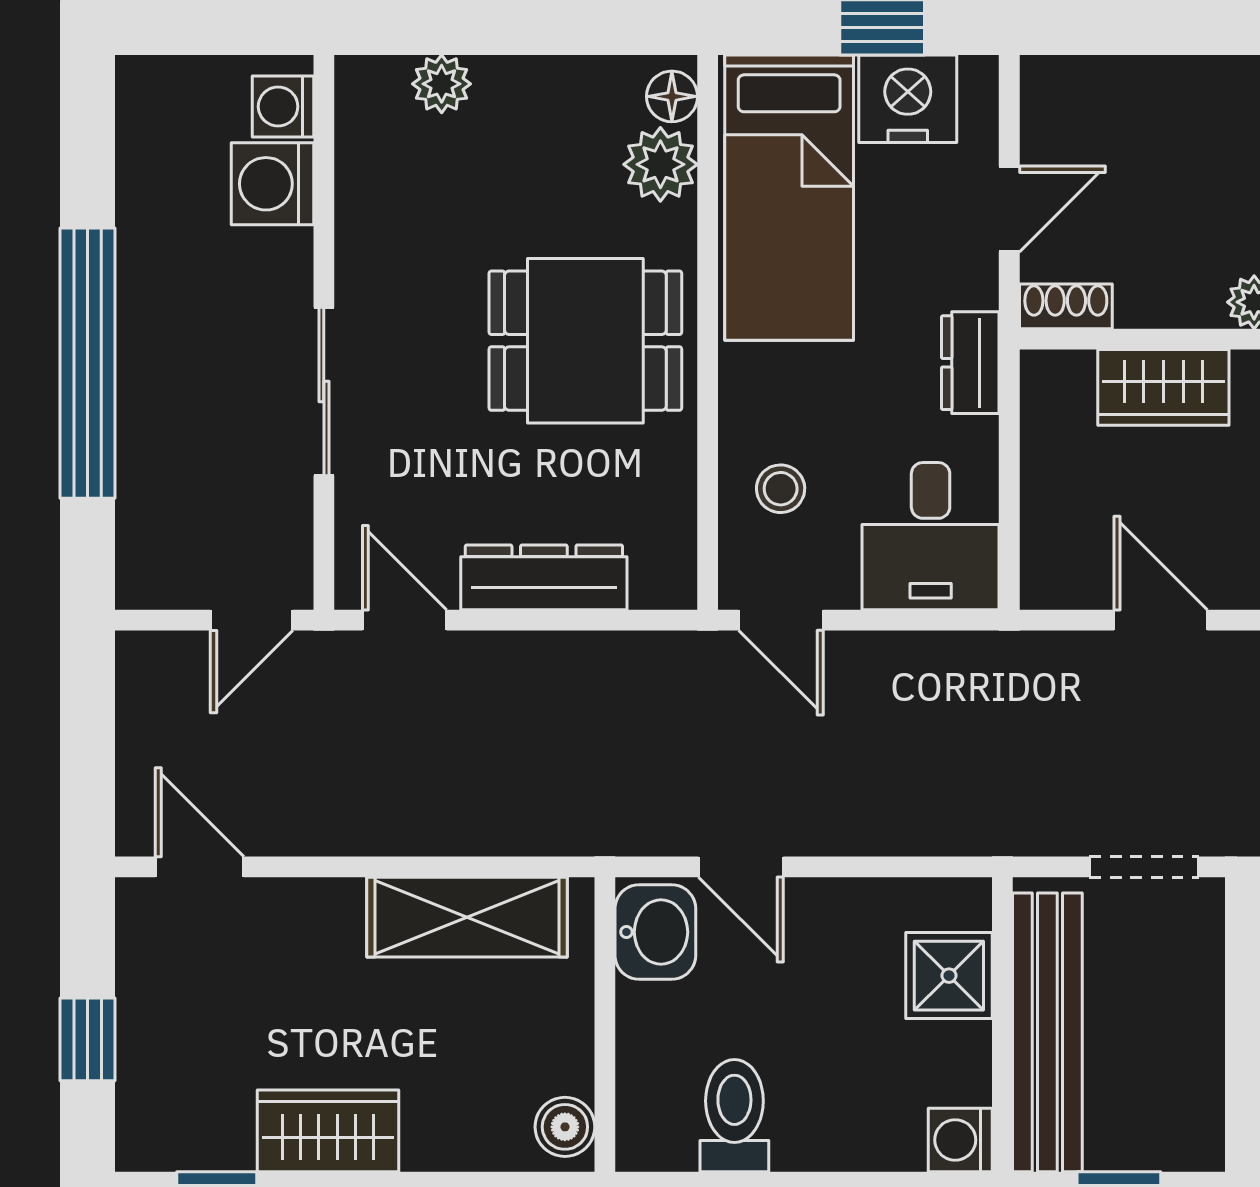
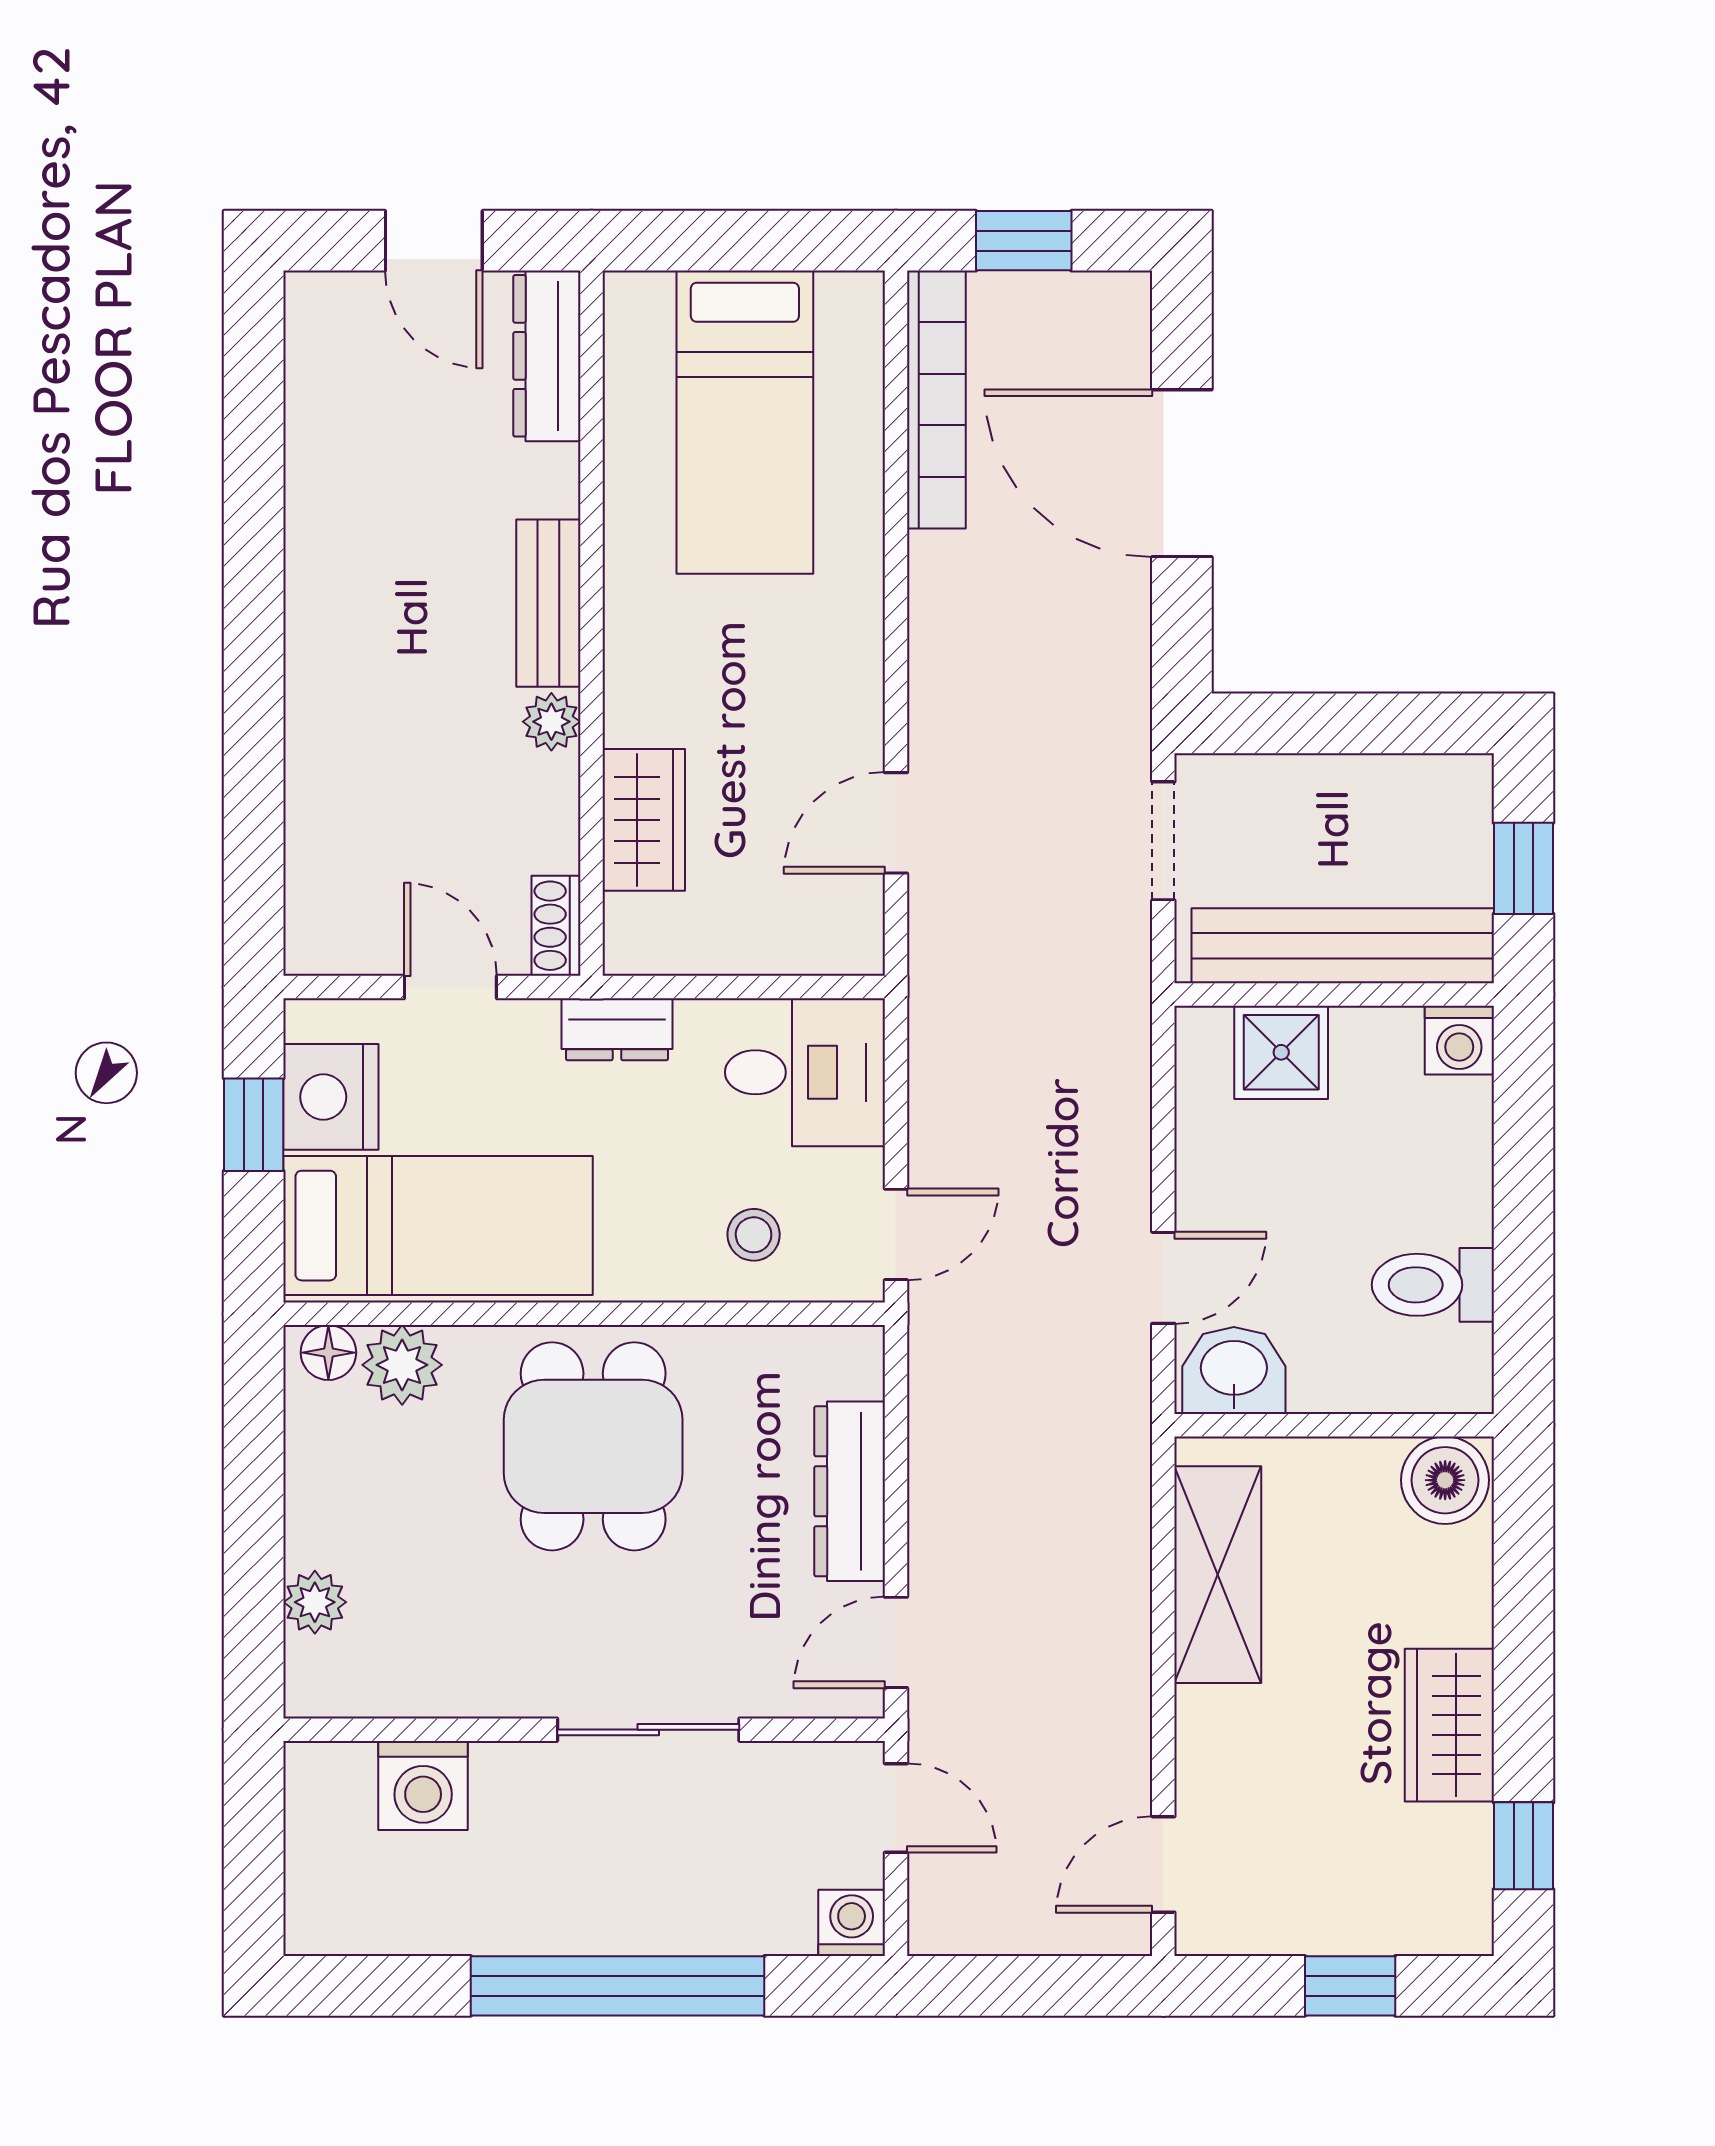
washing machine: (283, 106) -> (852, 1923), moved, turned 180
boiler: (565, 1127) -> (1445, 1480), width x1.36, depth x1.36

